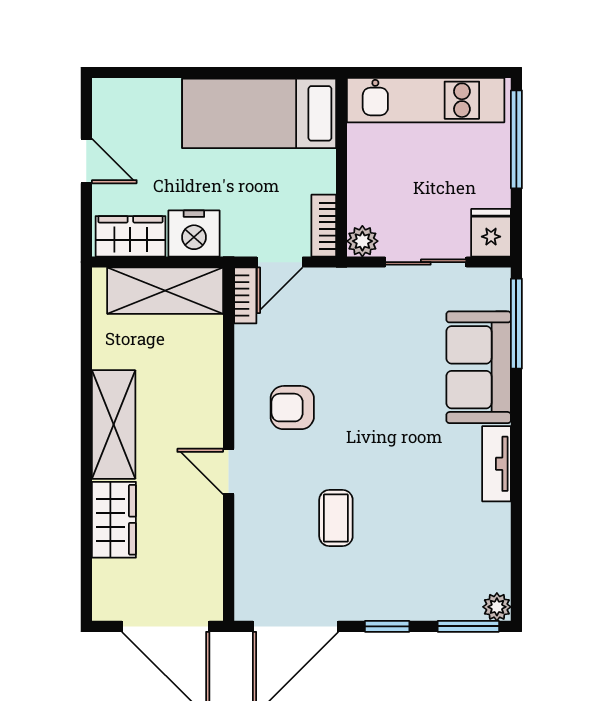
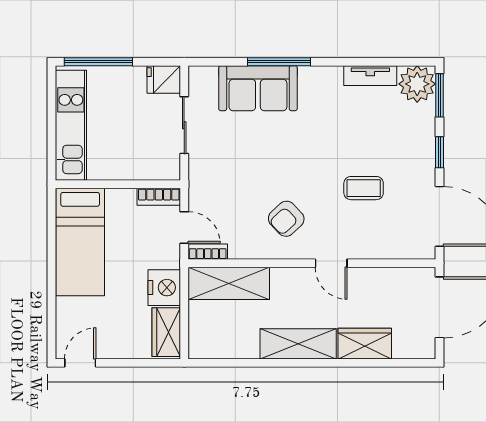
door: (86, 161) -> (80, 363), moved
plant: (362, 241) -> (170, 170), removed
shelving: (165, 291) -> (229, 283), moved, turned 90
window: (516, 324) -> (279, 62), moved
armchair: (292, 408) -> (286, 219), turned 47
tv unit: (497, 464) -> (370, 76), moved
door: (229, 472) -> (331, 263), hinge flipped
plant: (497, 607) -> (417, 84), width x1.87, depth x1.87

